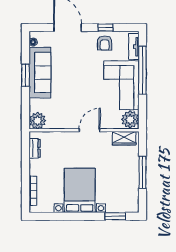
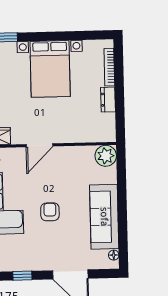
armchair: (105, 43) -> (50, 212), moved
window: (25, 75) -> (122, 213), removed
dresser: (35, 148) -> (108, 100), moved

